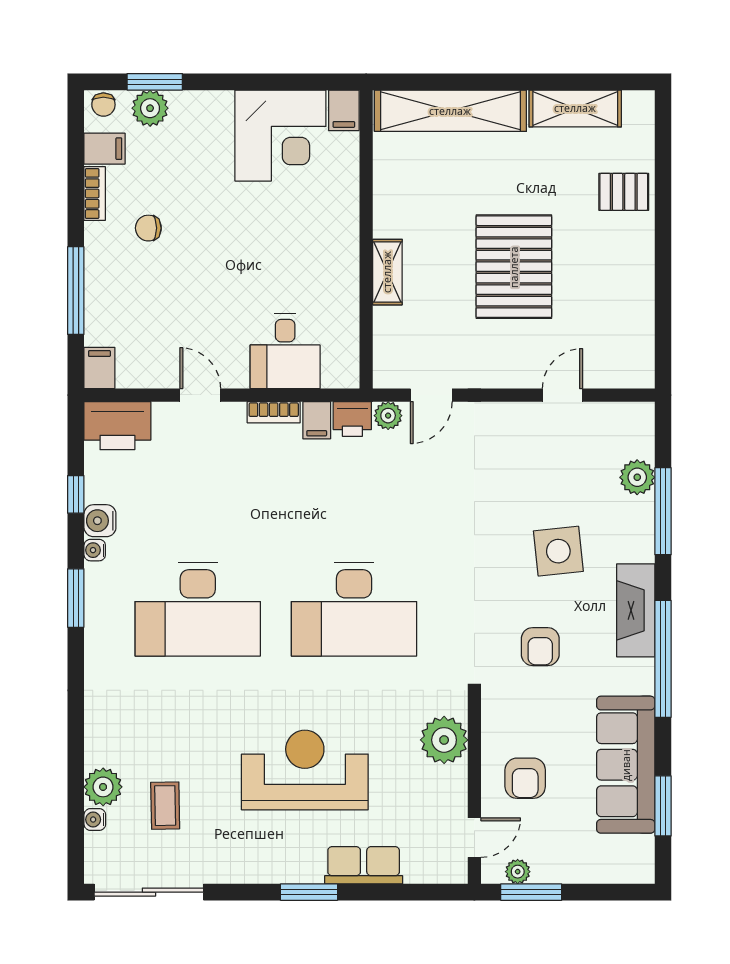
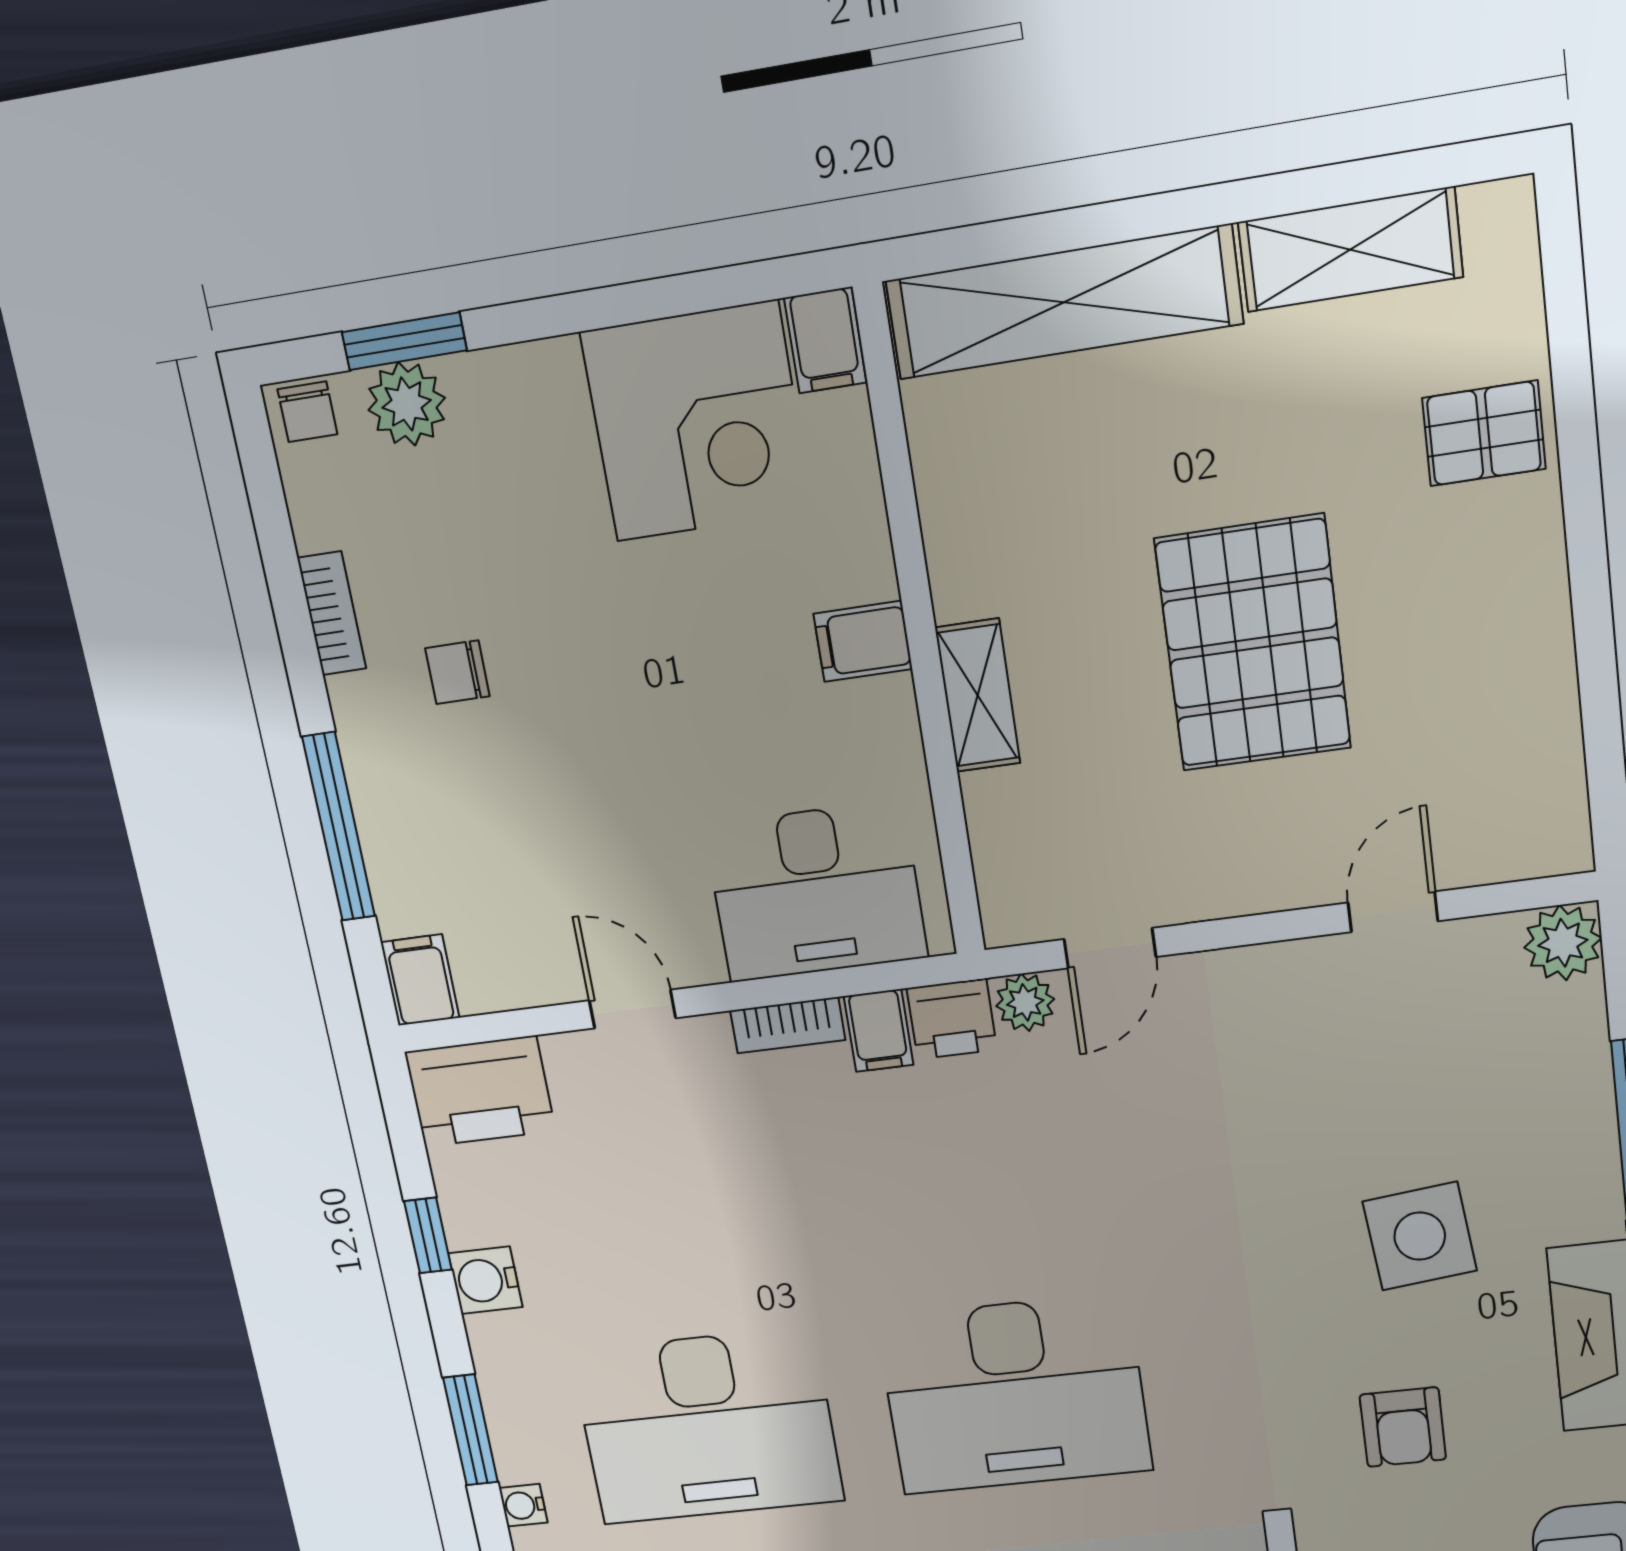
filing cabinet: (105, 149) -> (863, 641), moved, turned 180
desk: (285, 351) -> (816, 892), width x1.37
plant: (637, 477) -> (1563, 943), moved
water cooler: (95, 550) -> (523, 1505), moved

